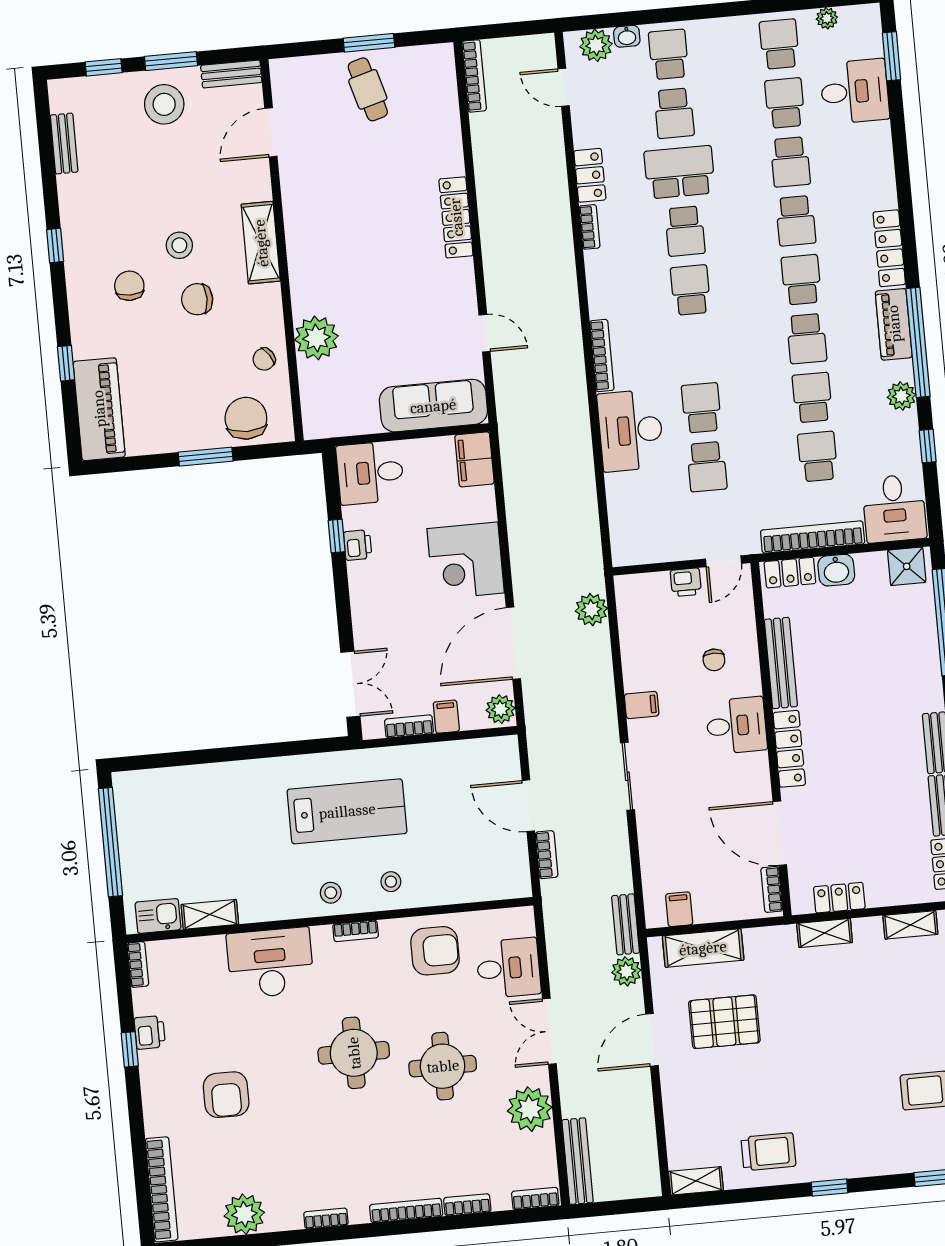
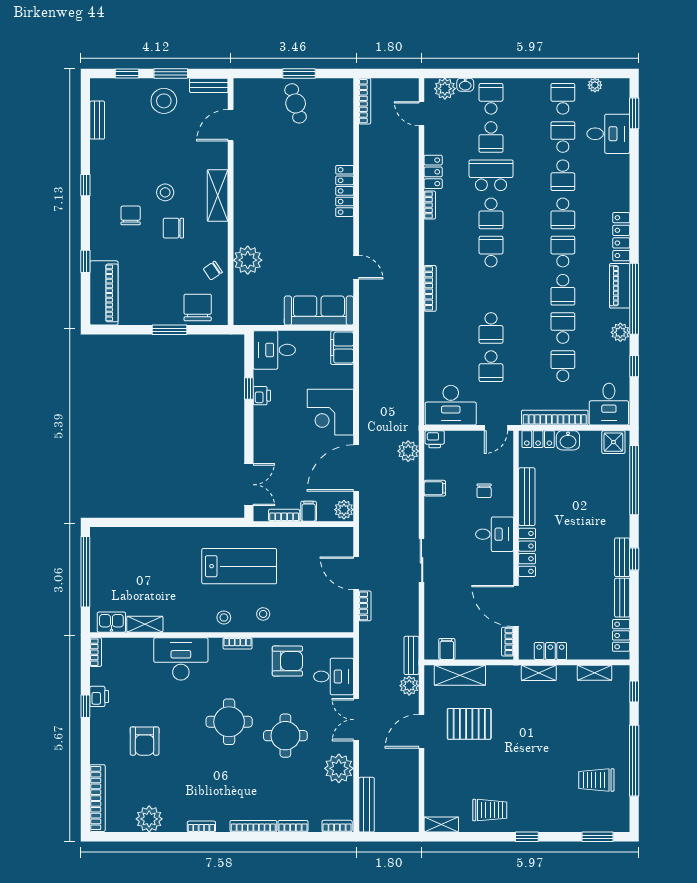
school desk: (701, 408) -> (491, 328), turned 180
desk: (631, 430) -> (451, 405), moved, turned -90
printer: (686, 582) -> (435, 439), moved
filing cabinet: (642, 705) -> (435, 488), moved

